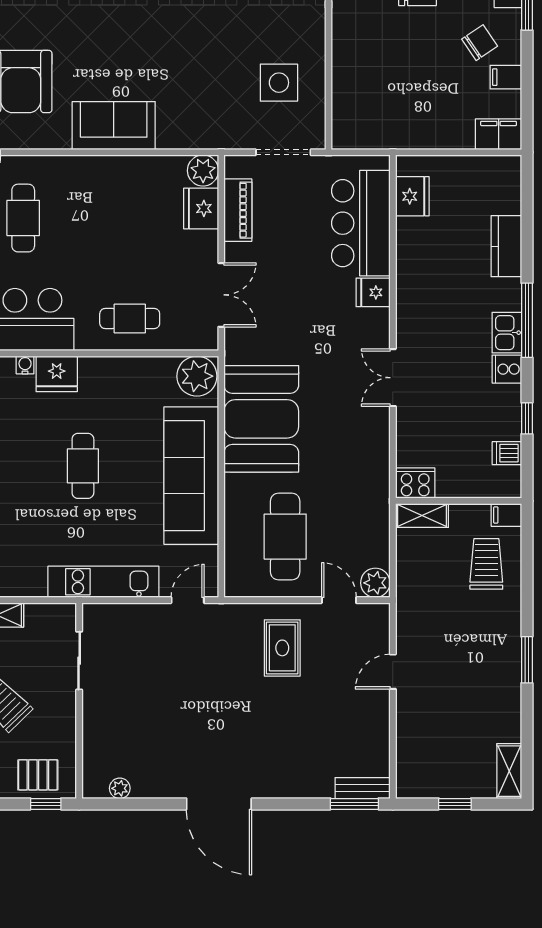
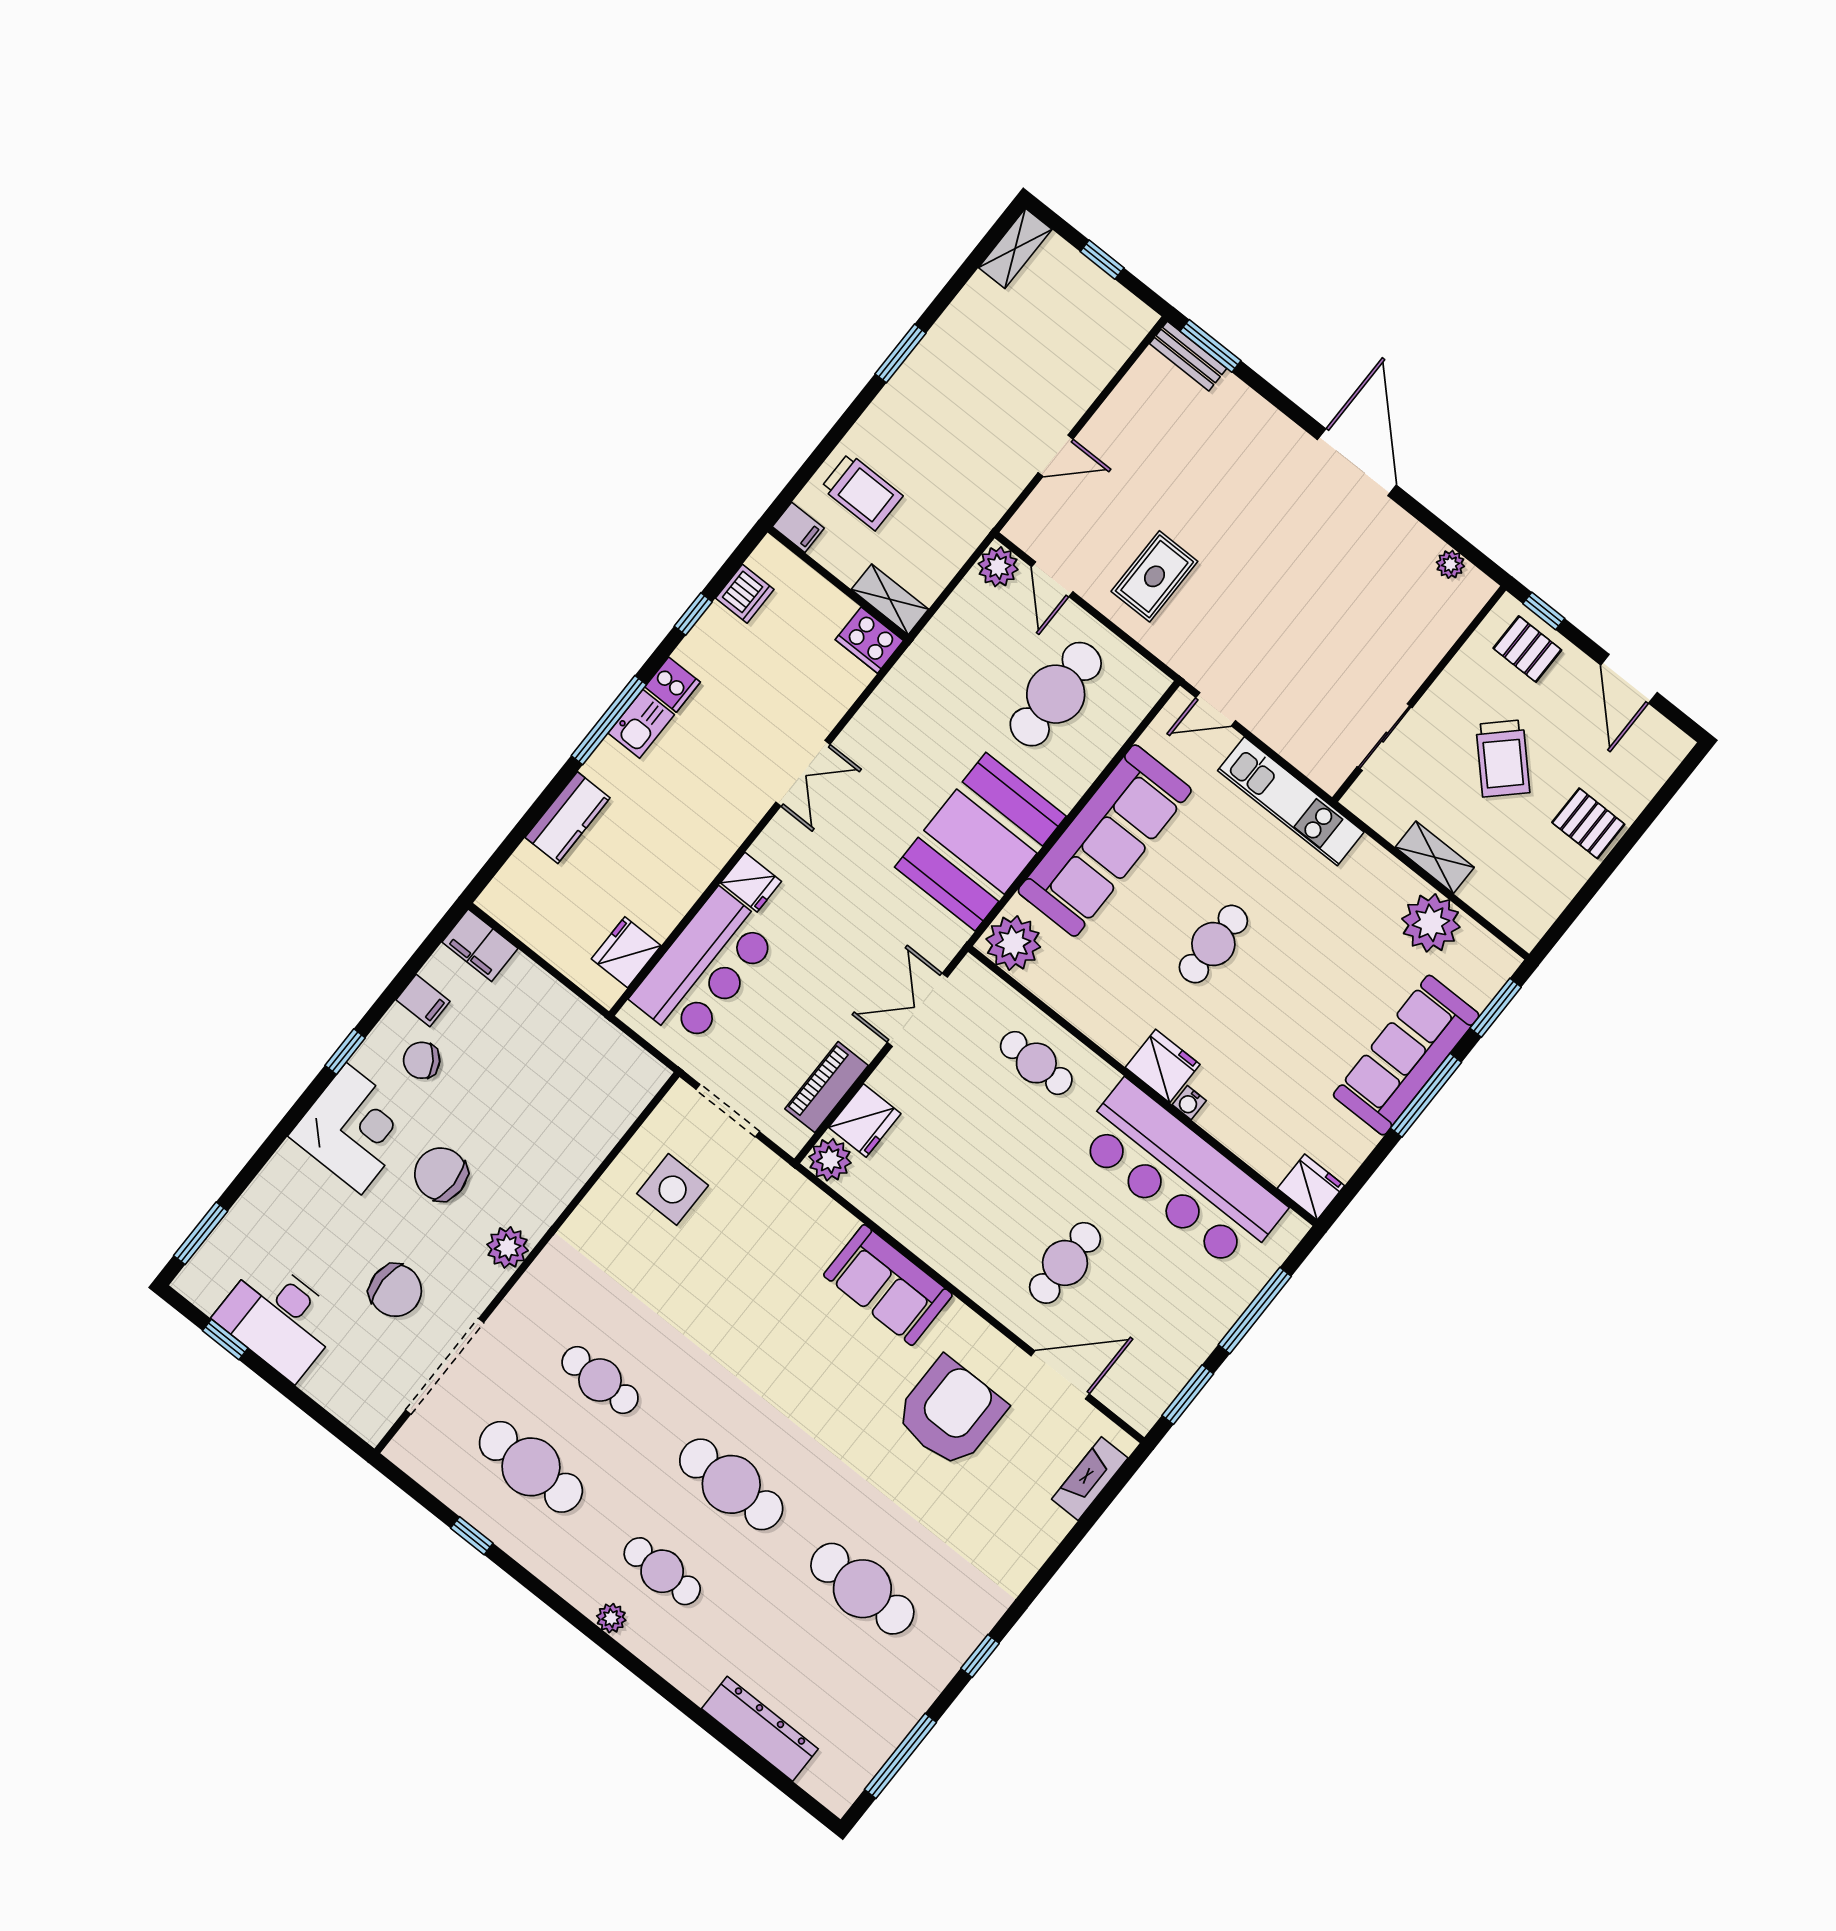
dishwasher: (507, 453) -> (745, 594), width x1.38
trolley: (486, 564) -> (862, 492), turned -90

